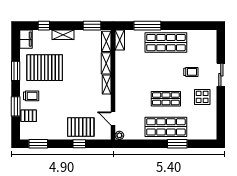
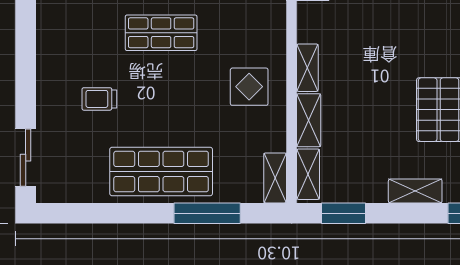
sliding door: (221, 75) -> (26, 158), moved
display table: (202, 97) -> (249, 87), moved

